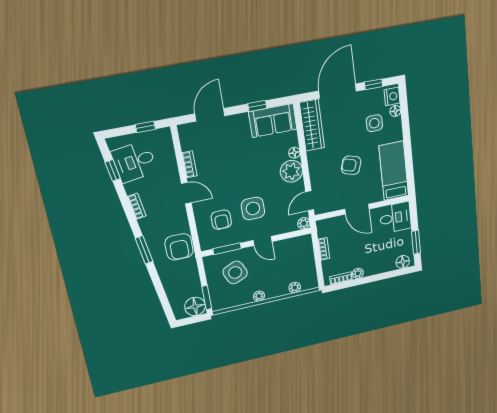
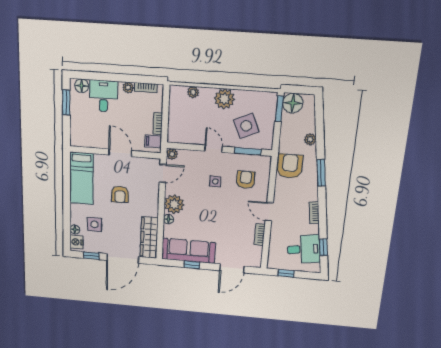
sofa: (273, 121) -> (188, 251), width x1.36
armchair: (351, 165) -> (120, 194), turned 73
side table: (253, 208) -> (215, 181), width x0.54, depth x0.54
desk: (395, 218) -> (103, 96), moved, turned 90
filing cabinet: (325, 230) -> (153, 141), added
plant: (167, 279) -> (310, 139), added
plant: (259, 296) -> (224, 99), width x1.88, depth x1.88

